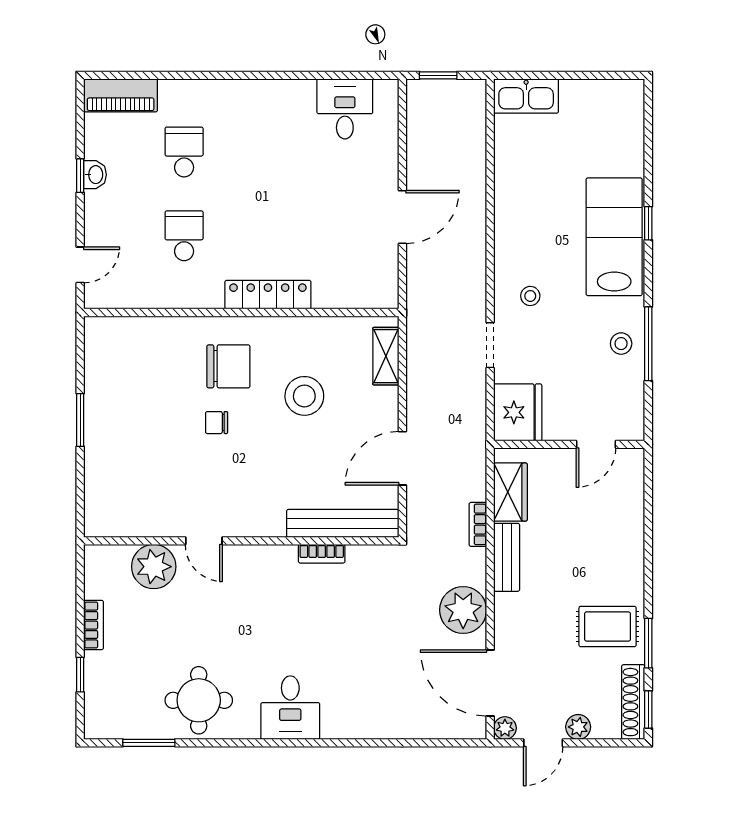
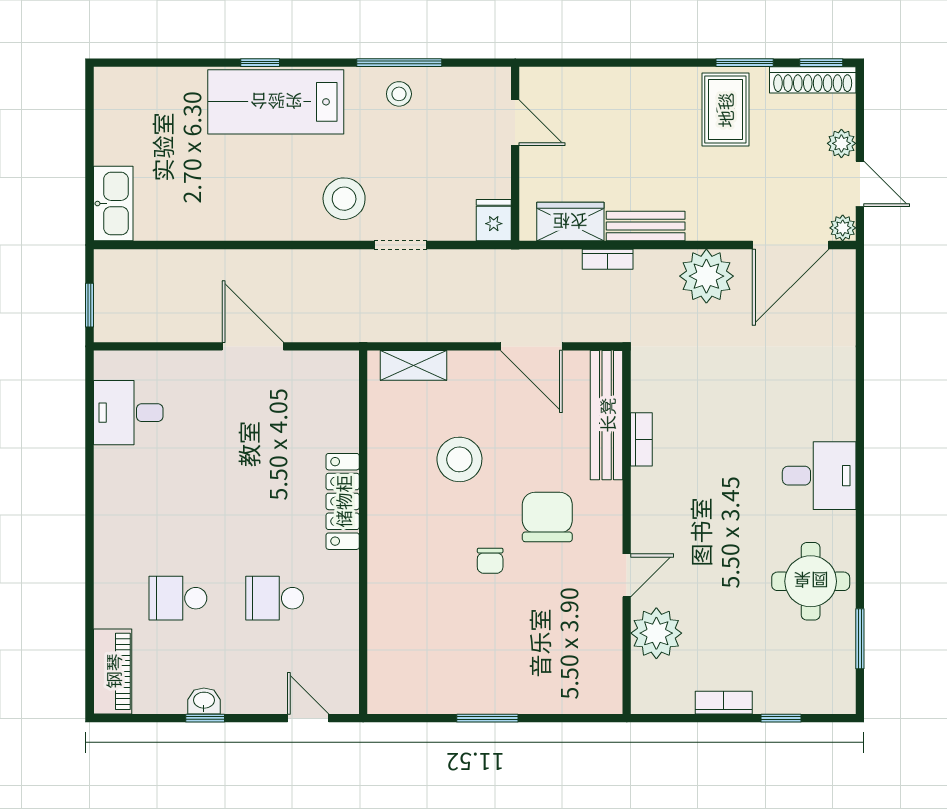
stool: (530, 296) -> (344, 199), width x1.89, depth x1.89
chair: (228, 366) -> (547, 517), moved
fridge: (518, 412) -> (494, 220), width x0.53, depth x0.75

